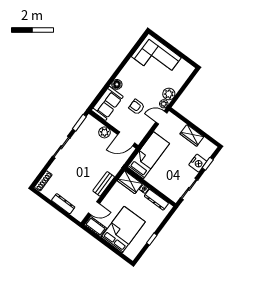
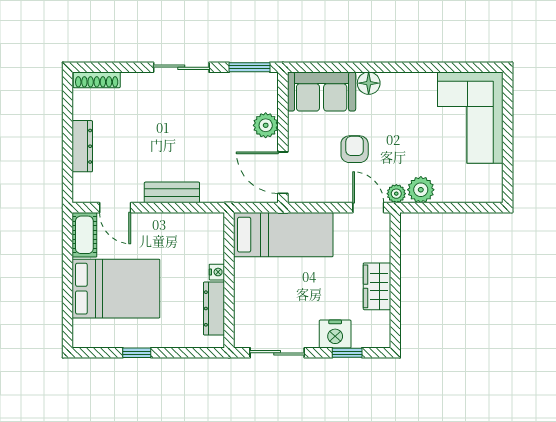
wardrobe: (130, 182) -> (210, 237), removed

